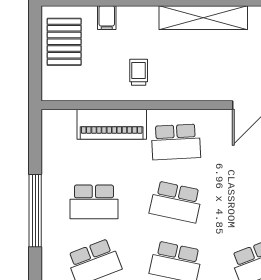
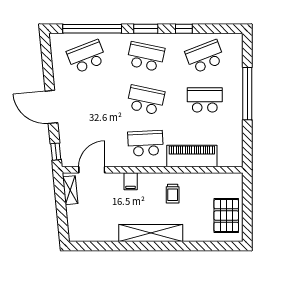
filing cabinet: (107, 18) -> (131, 181), moved, turned 180
shelving: (203, 18) -> (151, 233), moved

